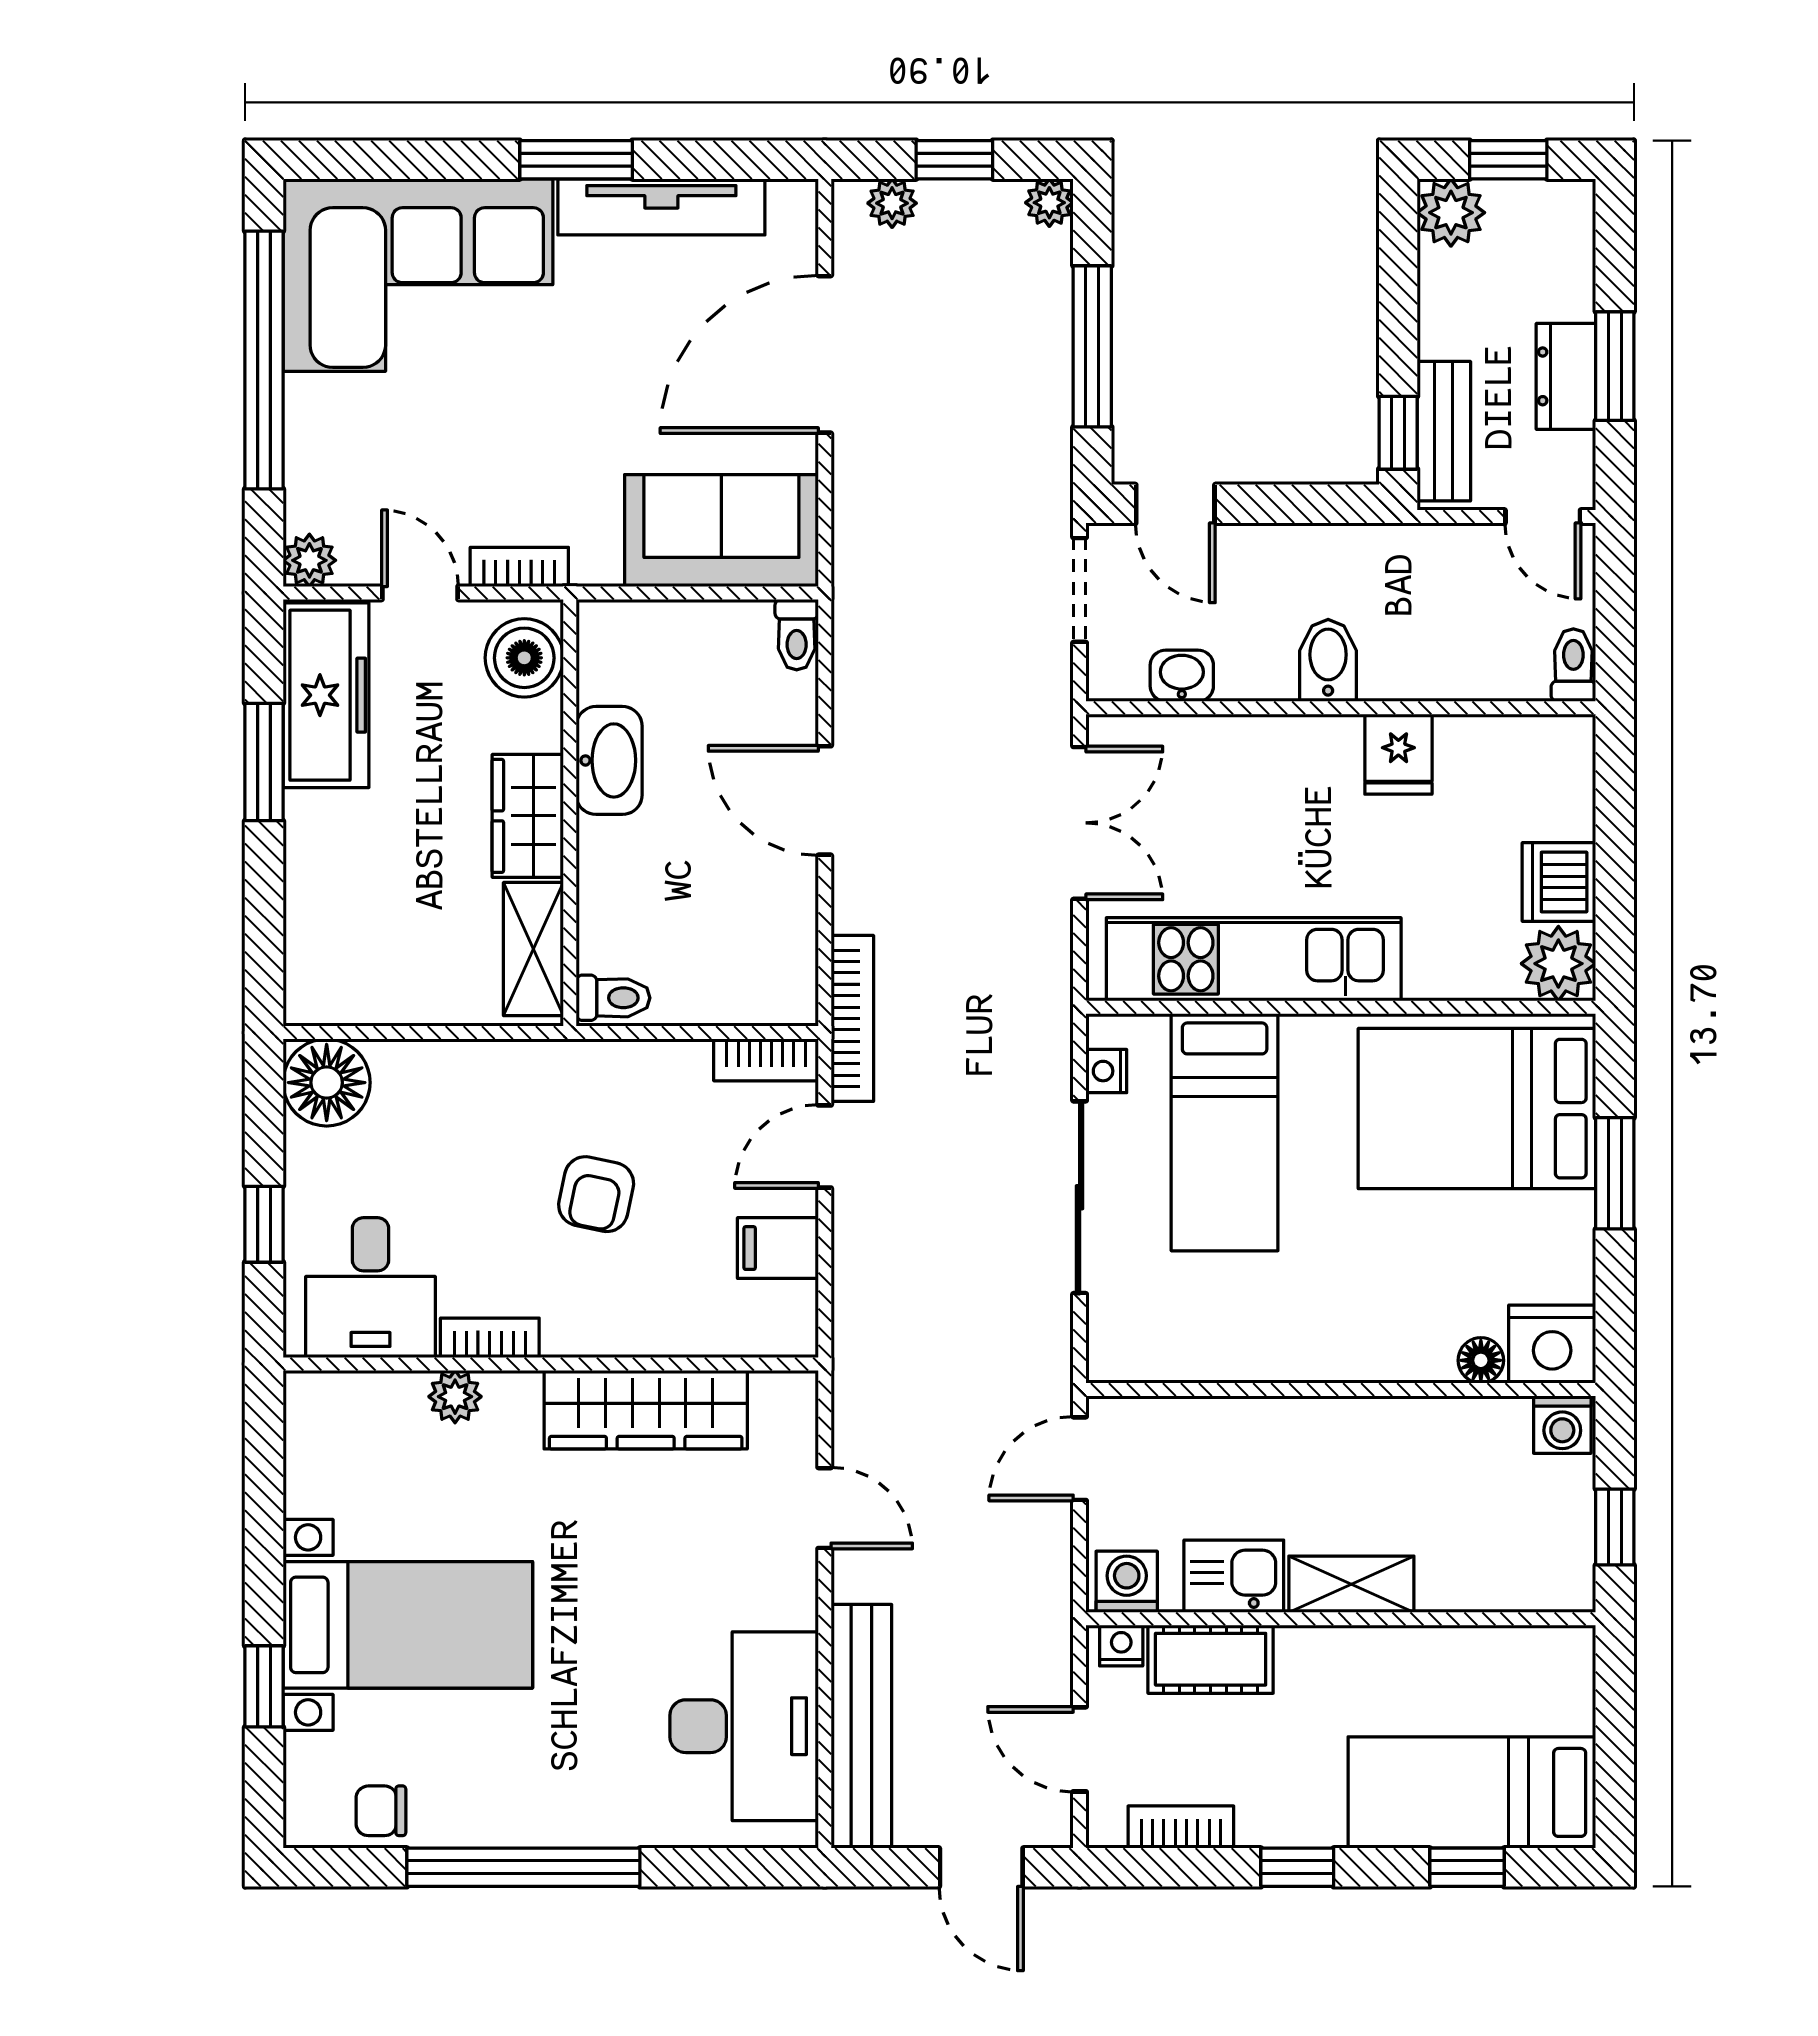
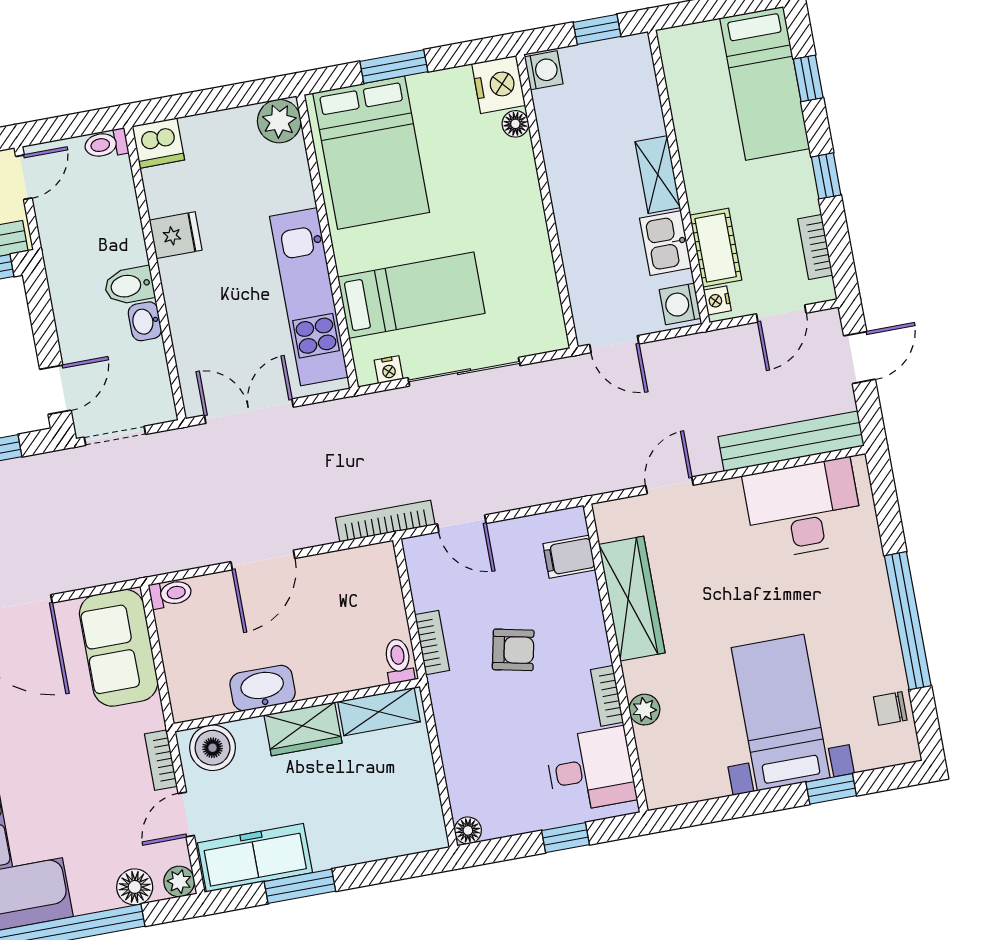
floor lamp: (314, 484) -> (135, 887), added
washbasin: (1182, 676) -> (145, 321), moved
dishwasher: (1559, 882) -> (158, 143), moved
bookcase: (766, 1060) -> (432, 643), moved
floor lamp: (327, 1083) -> (468, 830), width x0.53, depth x0.53
filing cabinet: (778, 1248) -> (569, 557), moved, turned 90
chair: (381, 1811) -> (890, 708), turned 90

